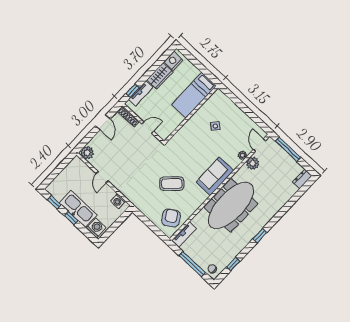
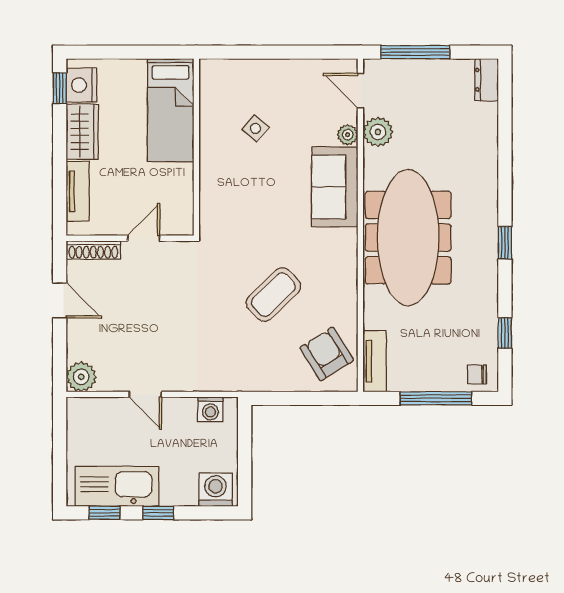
window: (133, 91) -> (60, 88), moved
sofa: (215, 176) -> (335, 187), moved
kitchen sink: (78, 209) -> (117, 486), moved

